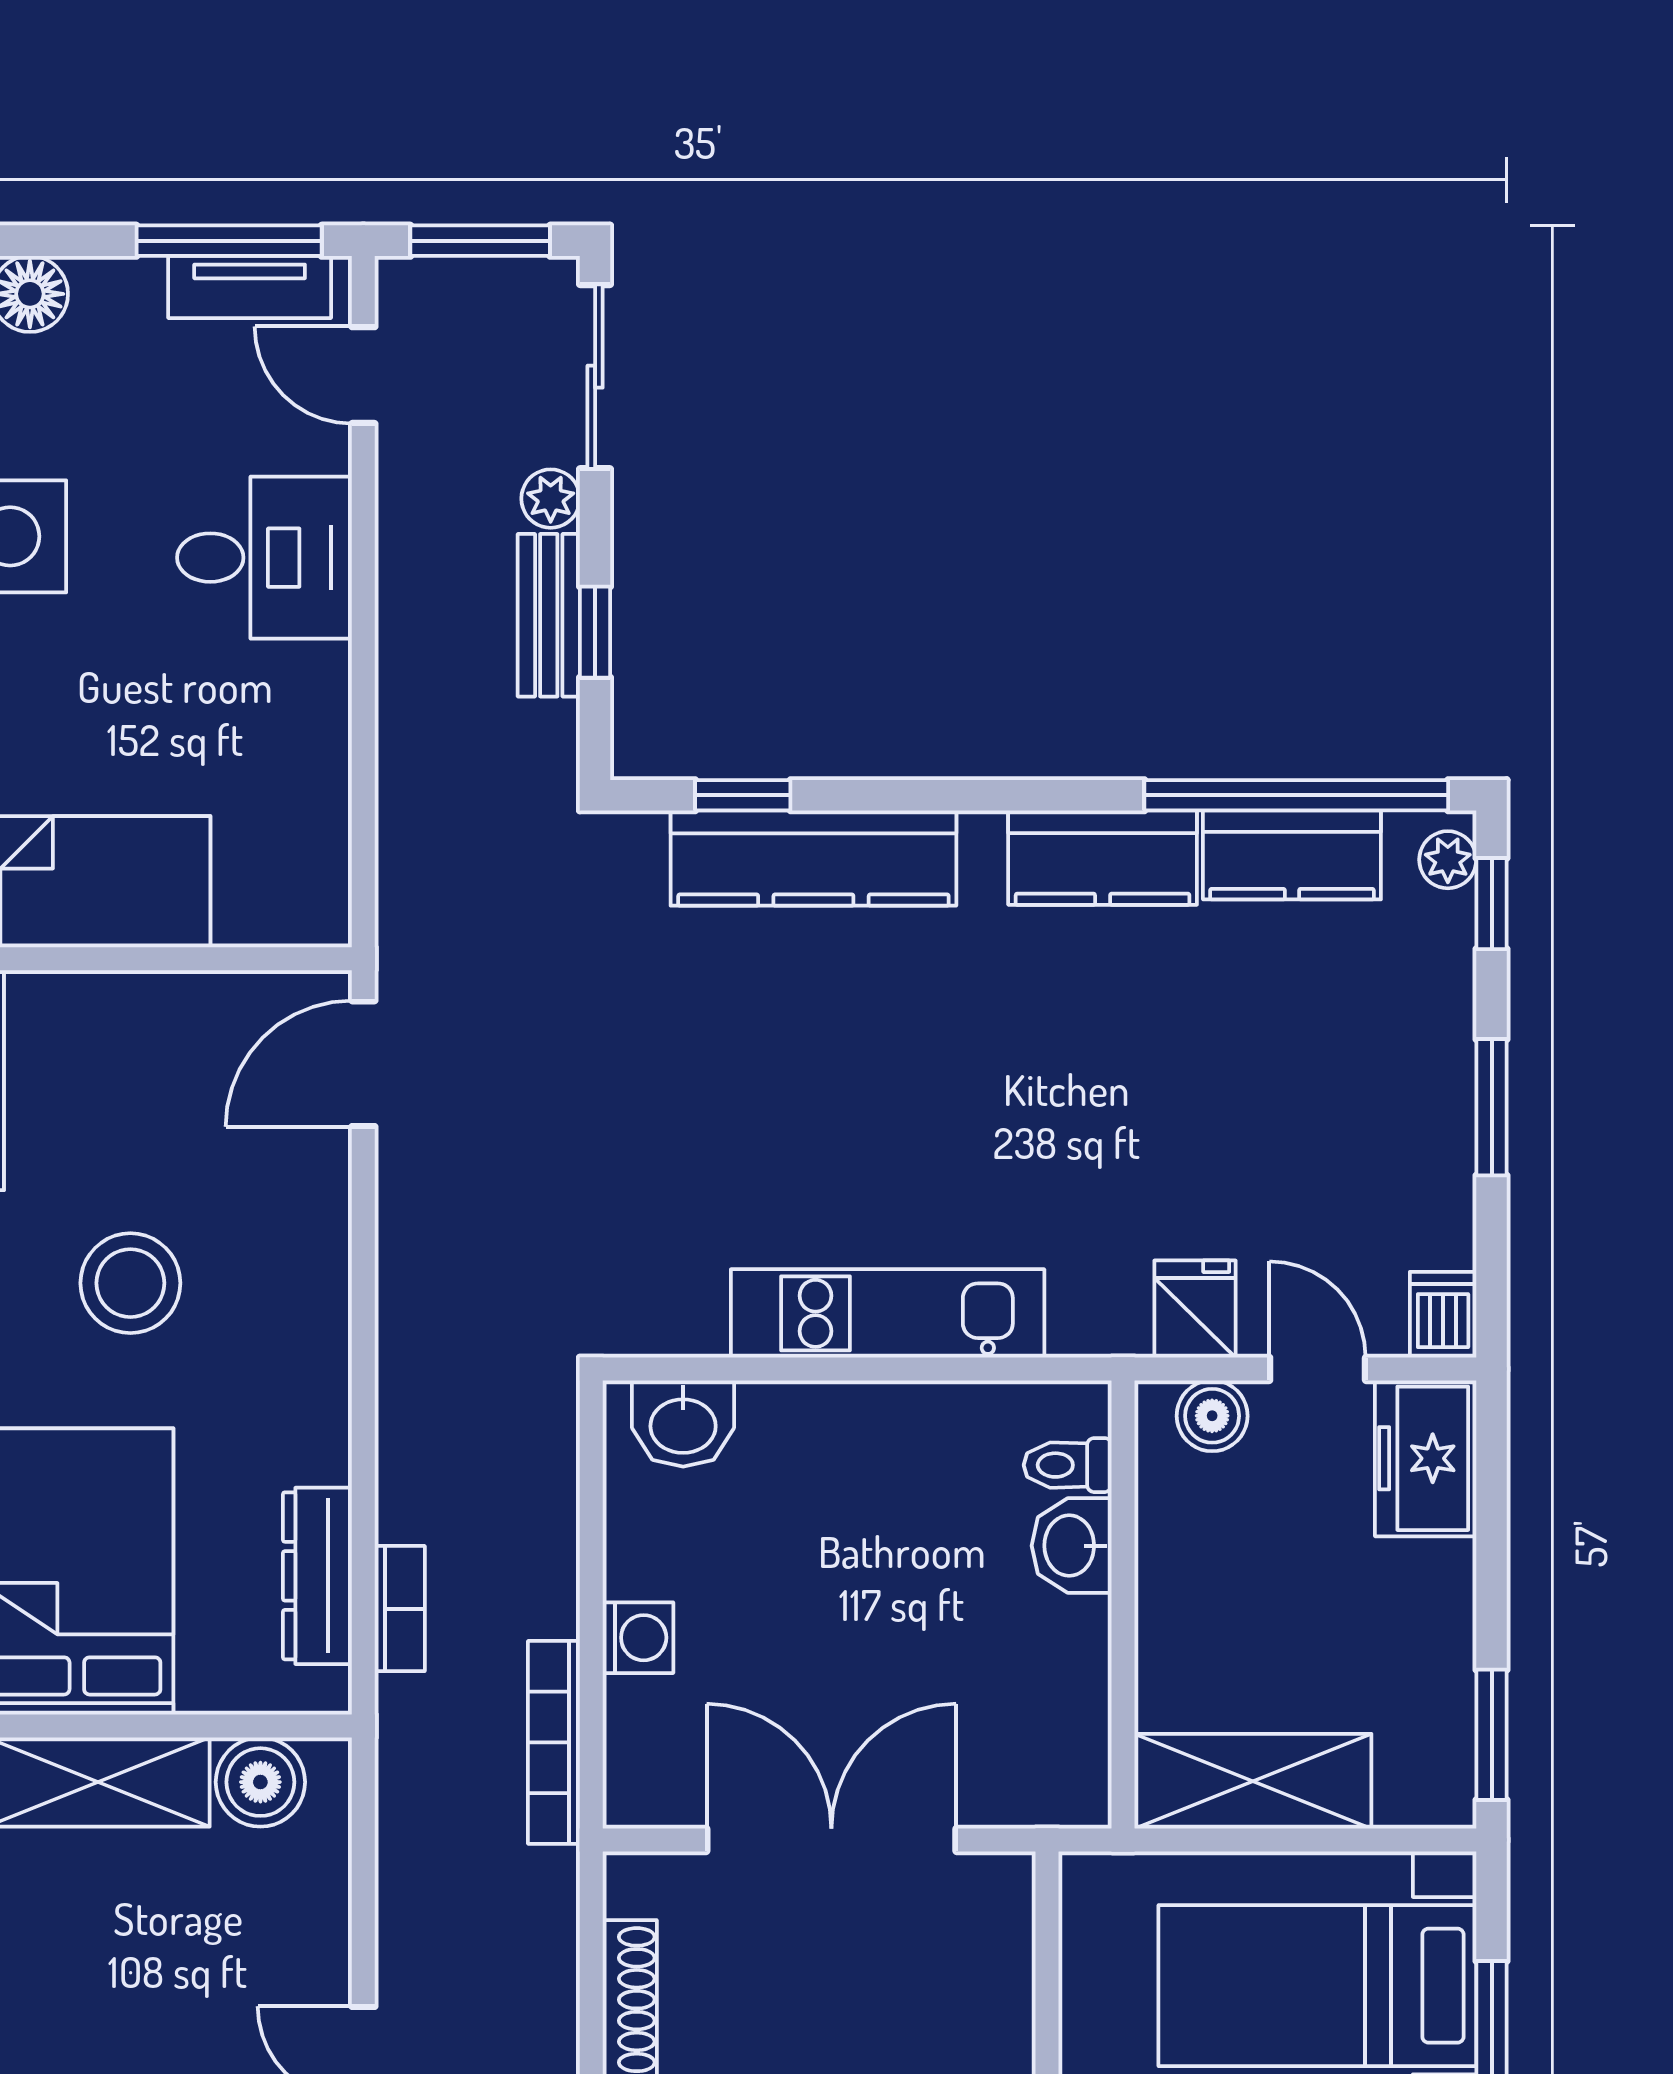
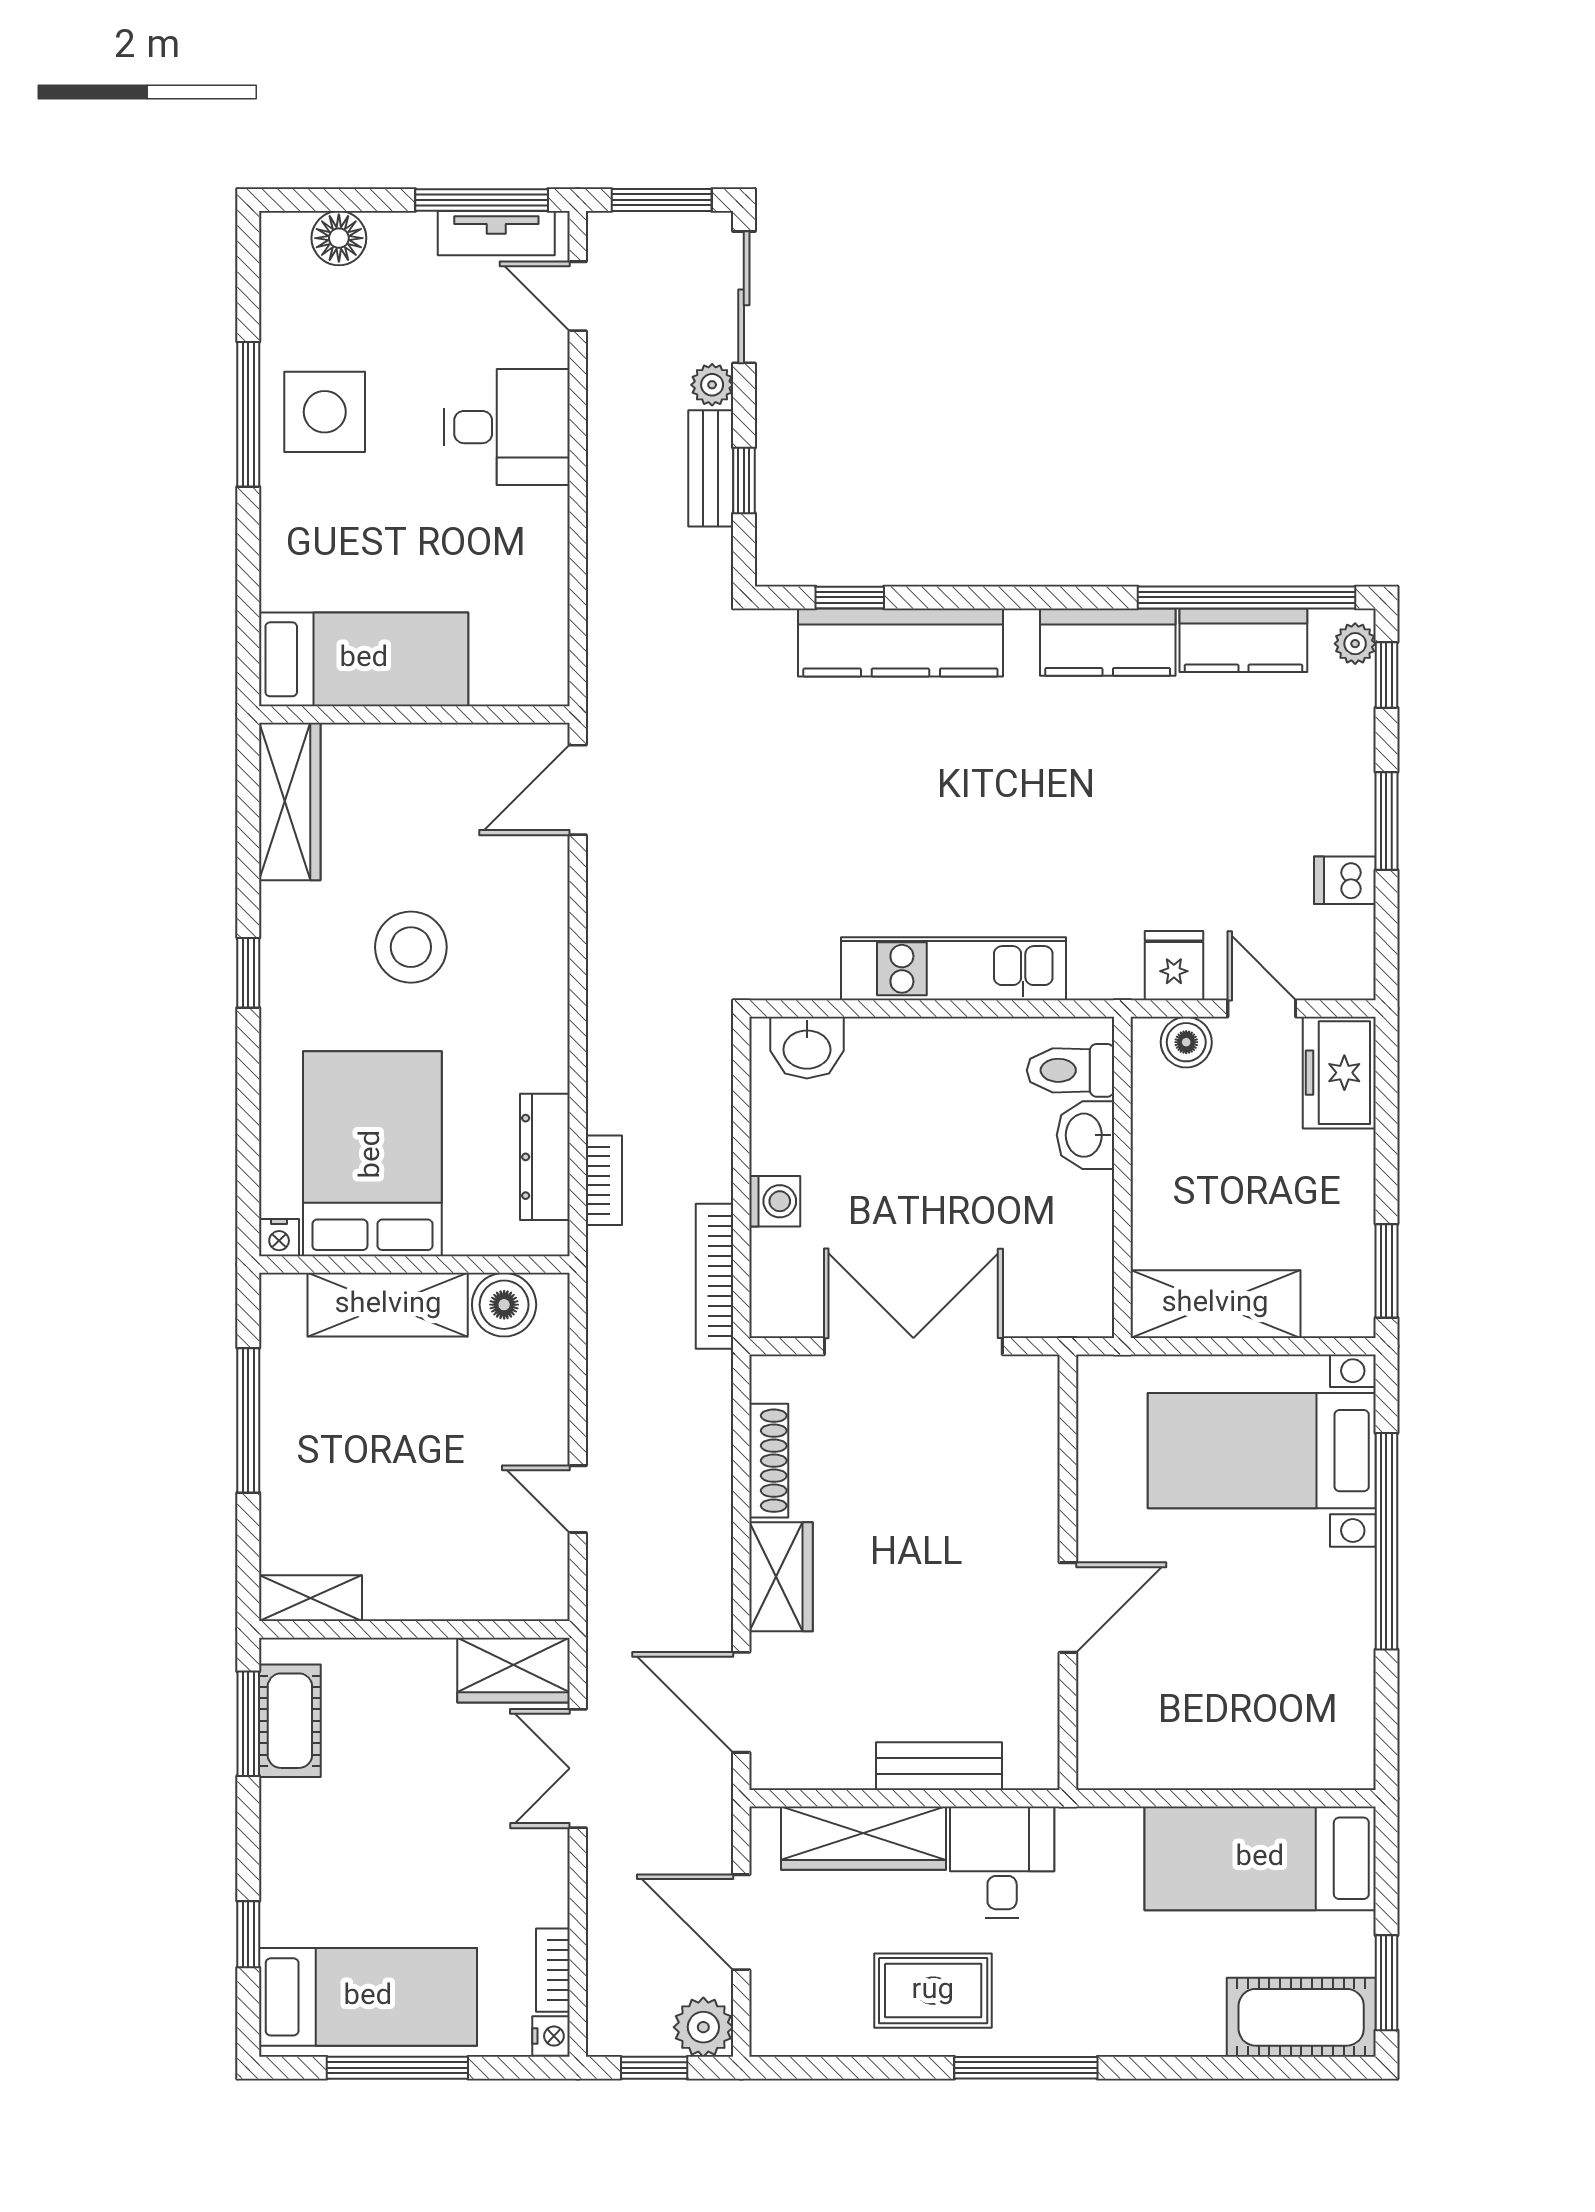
dishwasher: (1443, 1315) -> (1345, 880), moved, turned -90
toilet: (1068, 1465) -> (1070, 1070), width x1.37, depth x1.39

